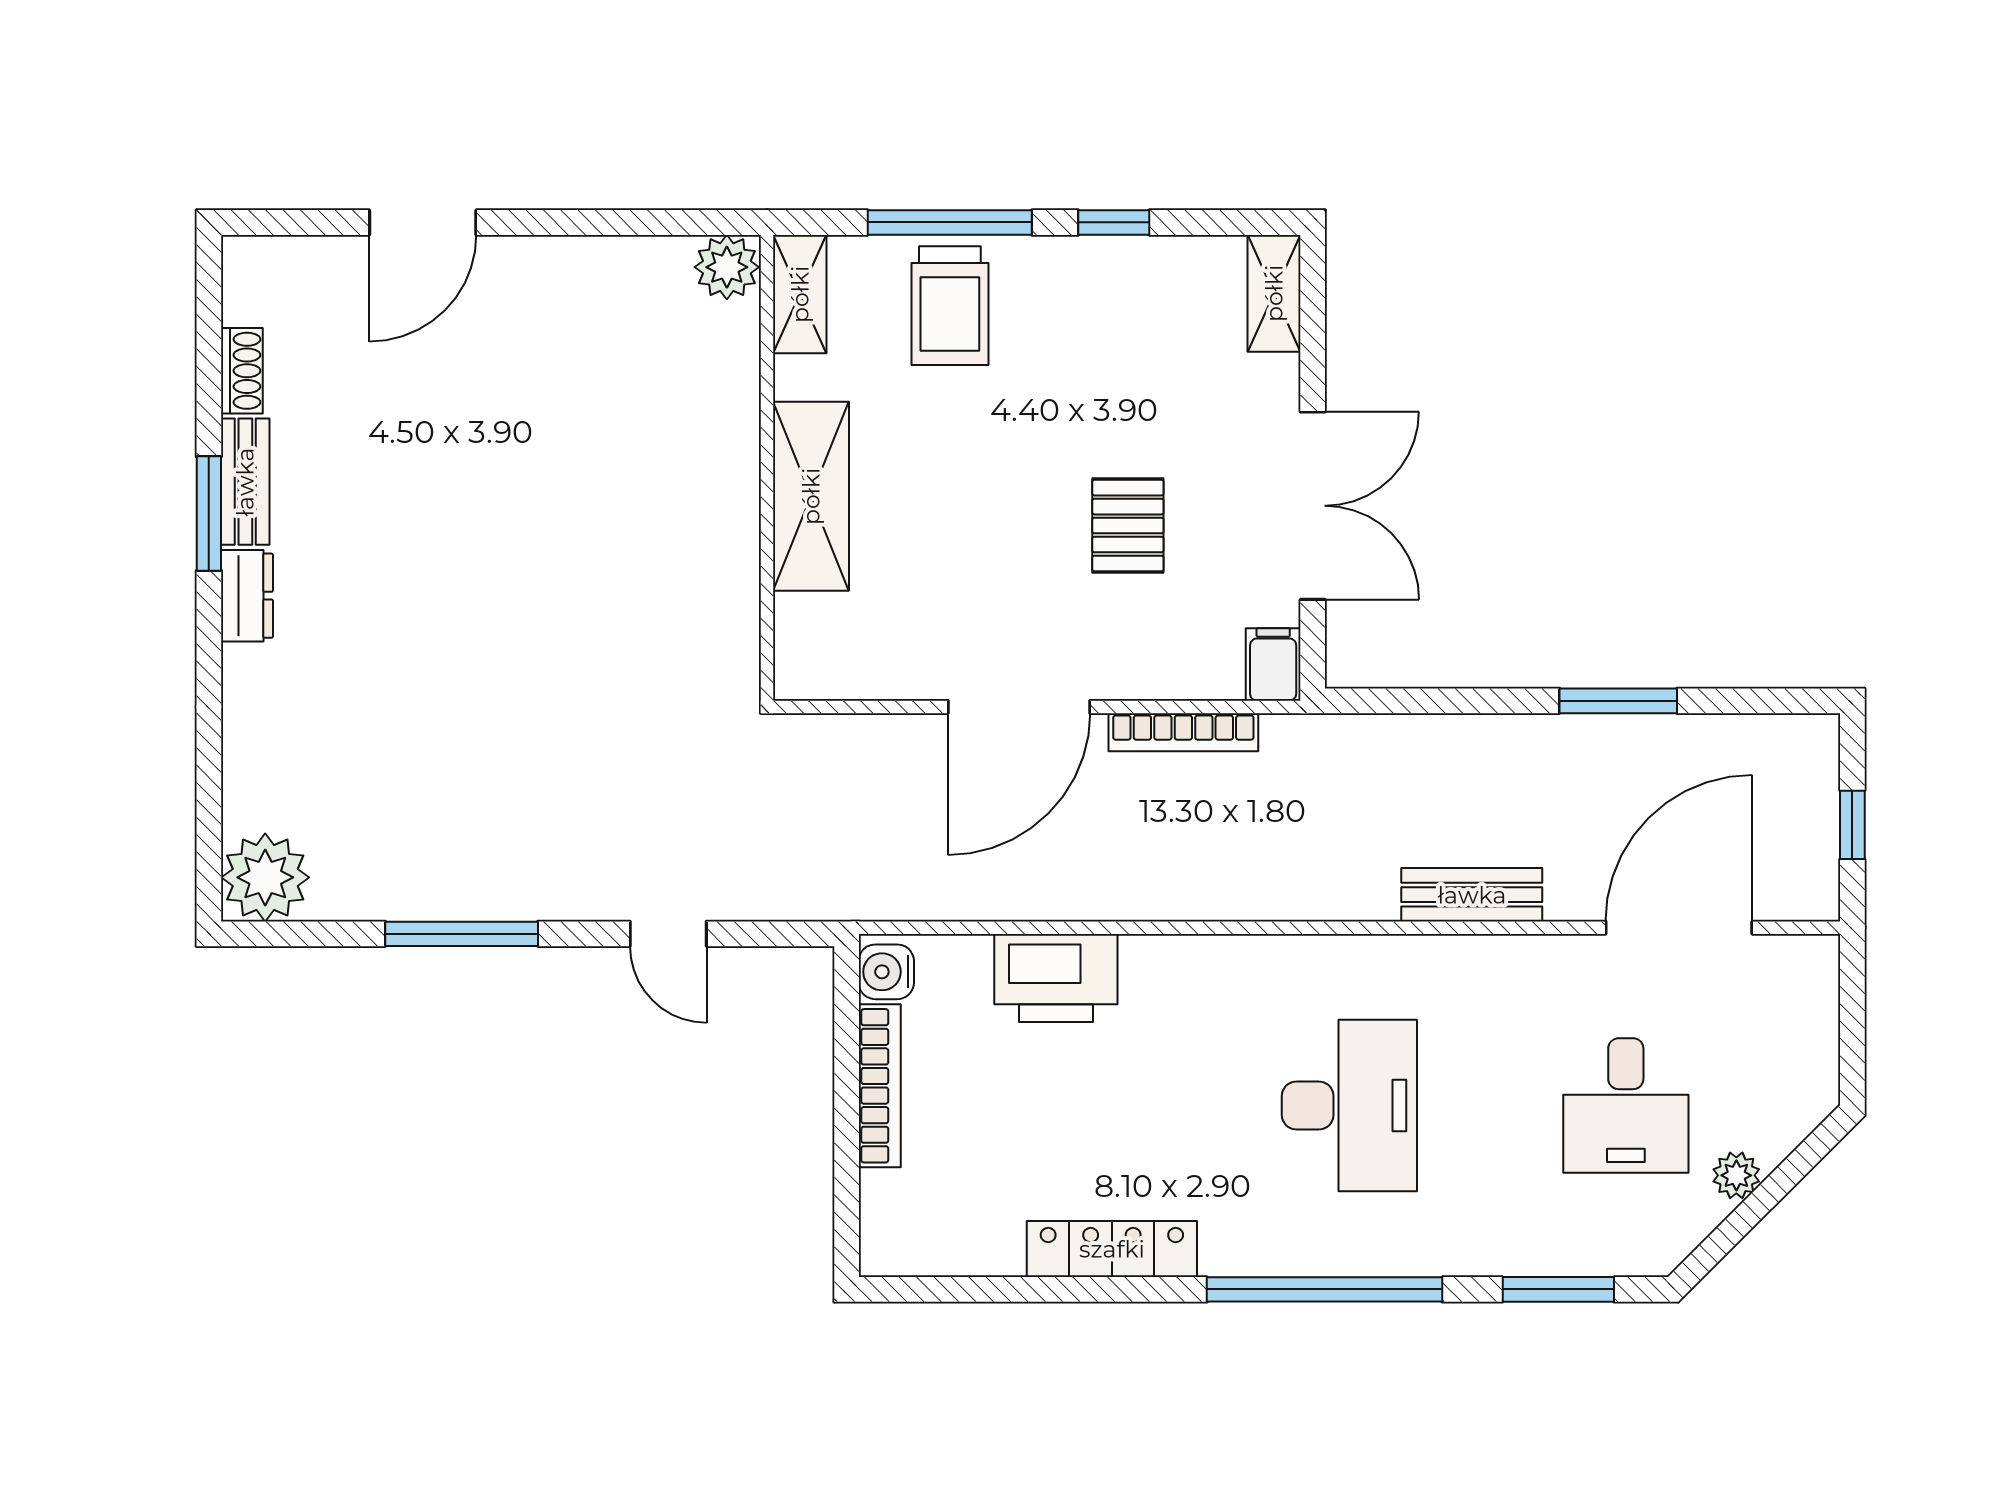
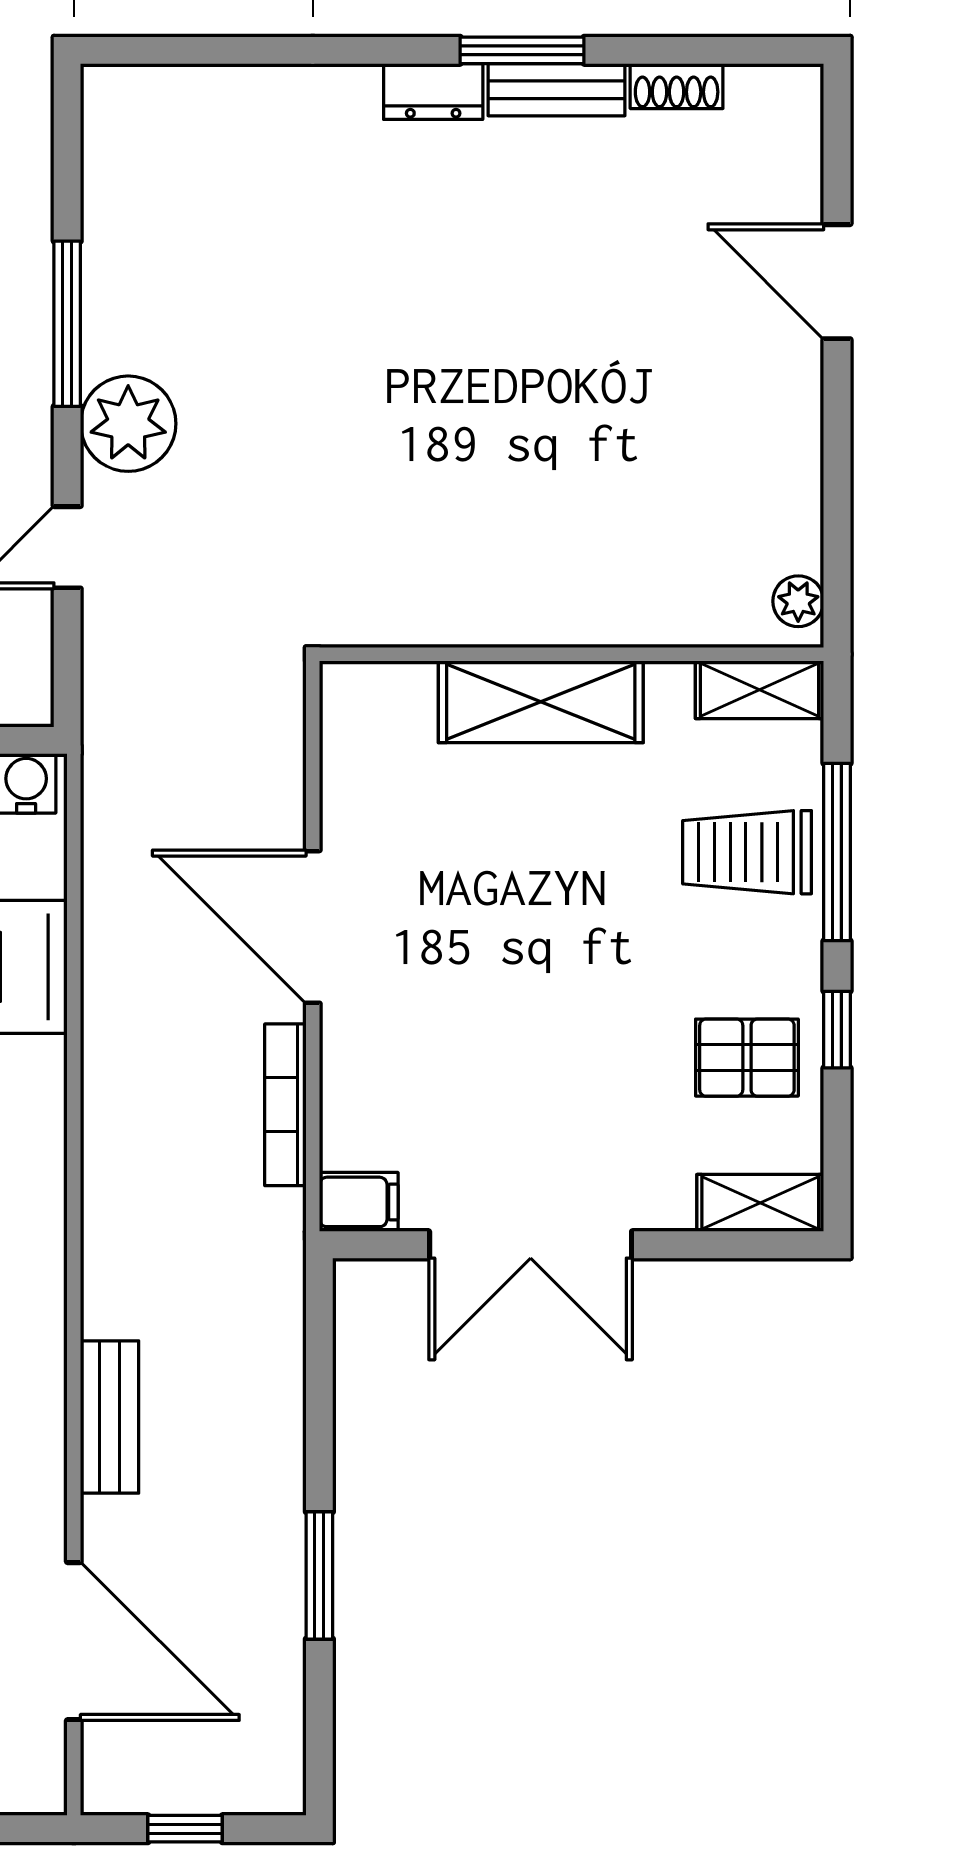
plant: (727, 267) -> (798, 601), width x0.73, depth x0.73
pallet: (1128, 526) -> (747, 1058), moved
plant: (265, 877) -> (128, 424), moved

